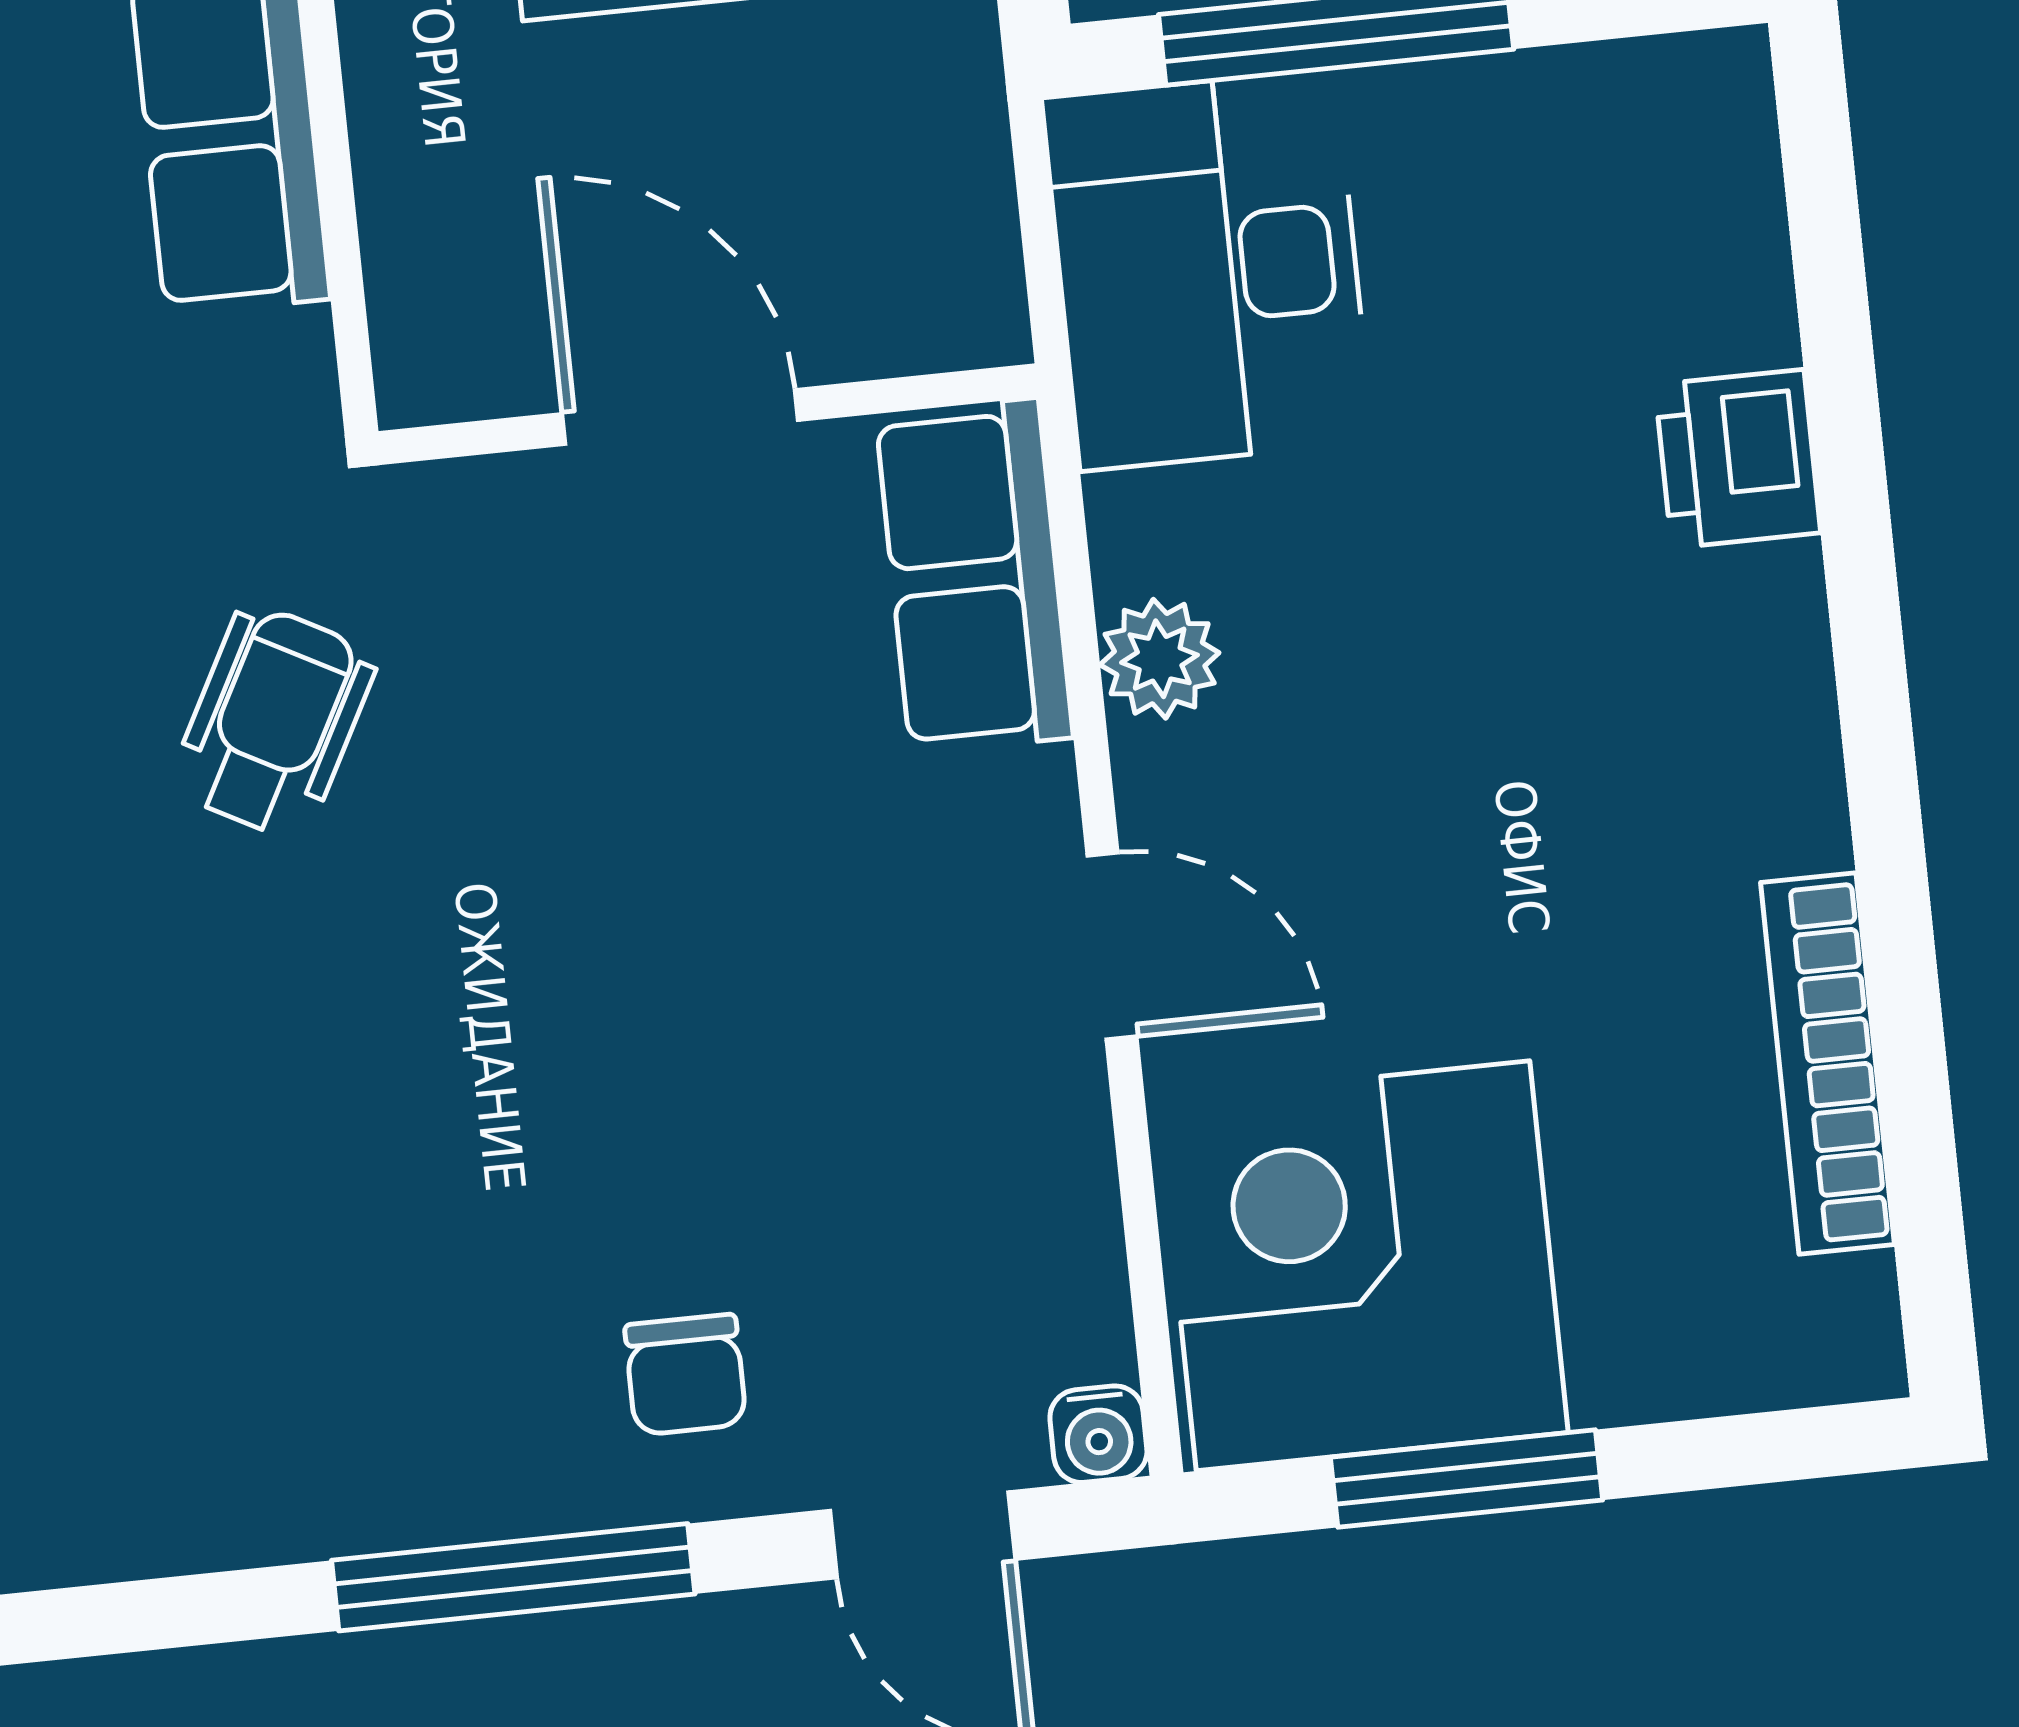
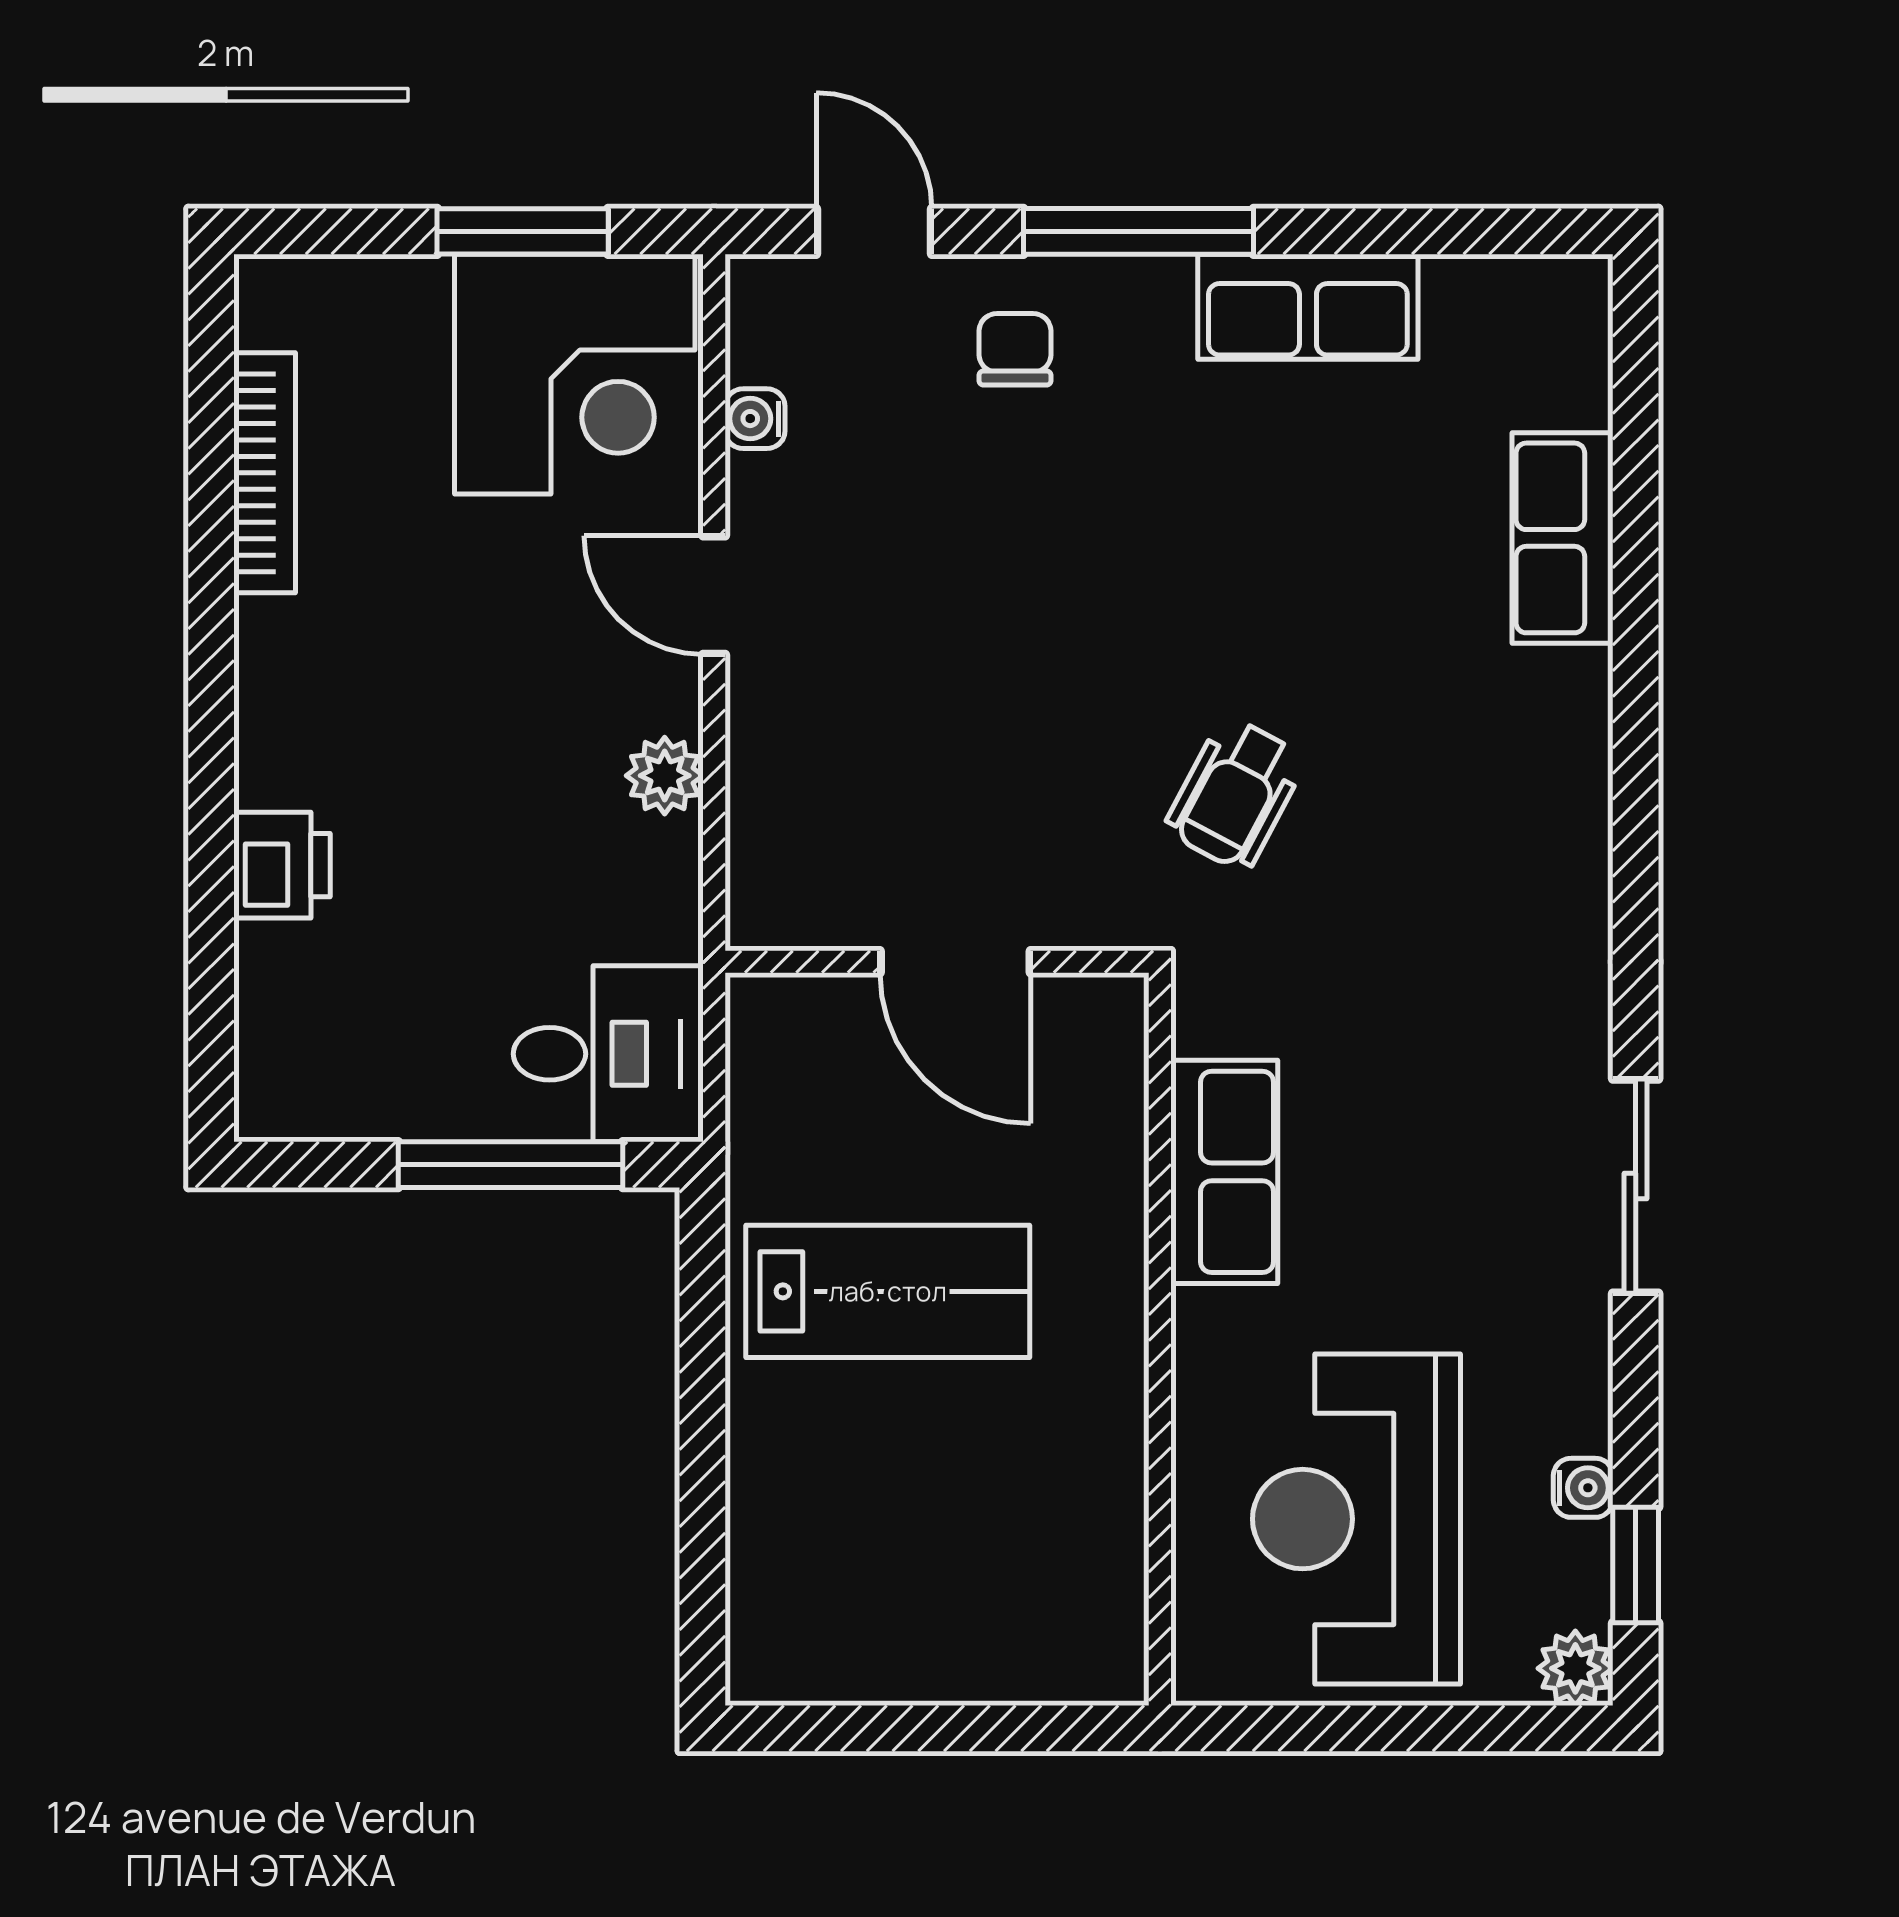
desk: (1208, 270) -> (608, 1054), width x0.73
row of seats: (974, 576) -> (1308, 307), moved, turned 90
water cooler: (1098, 1434) -> (755, 419), moved, turned -90

